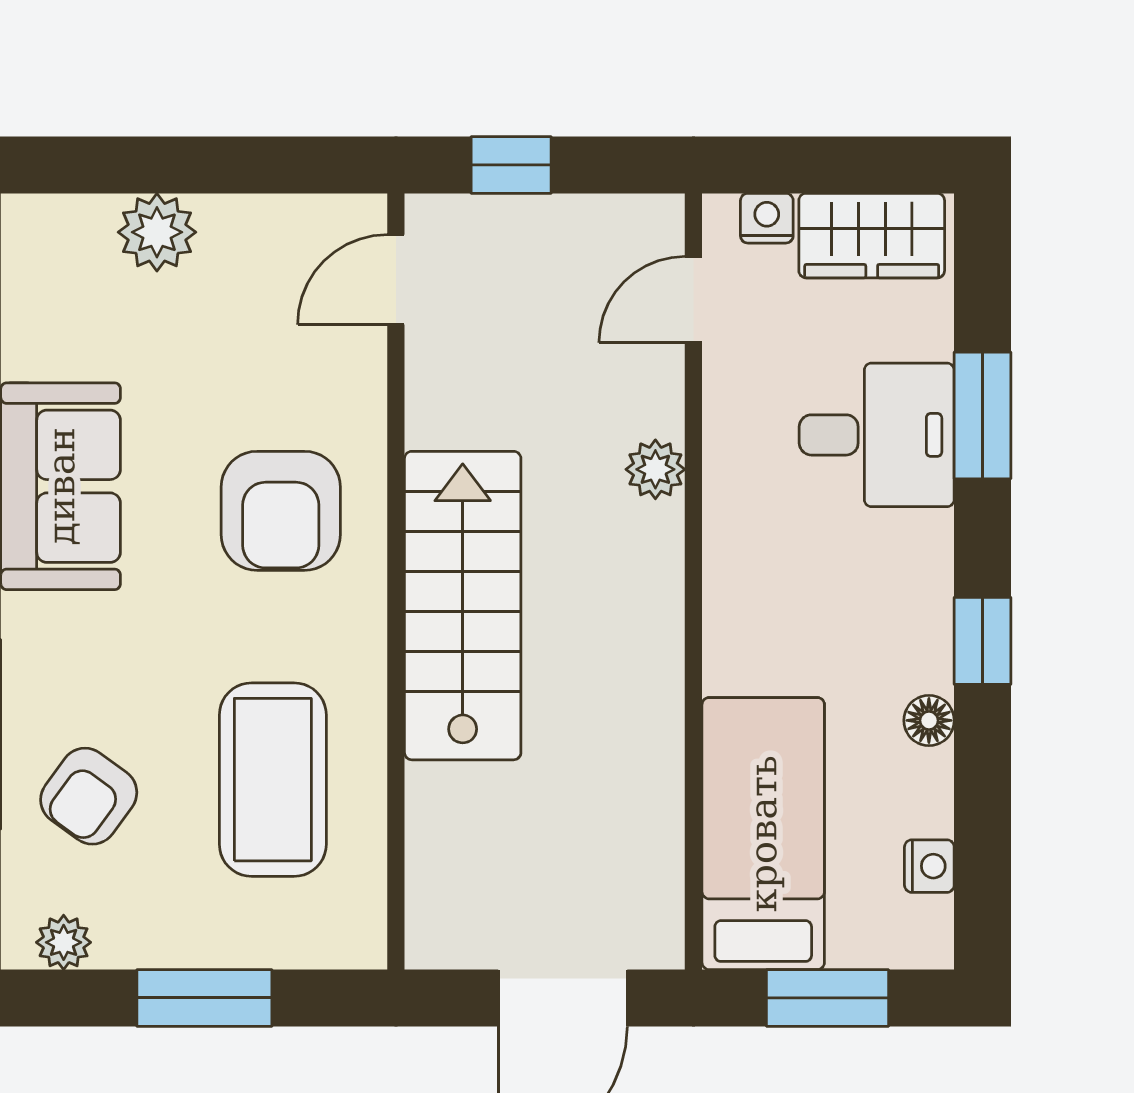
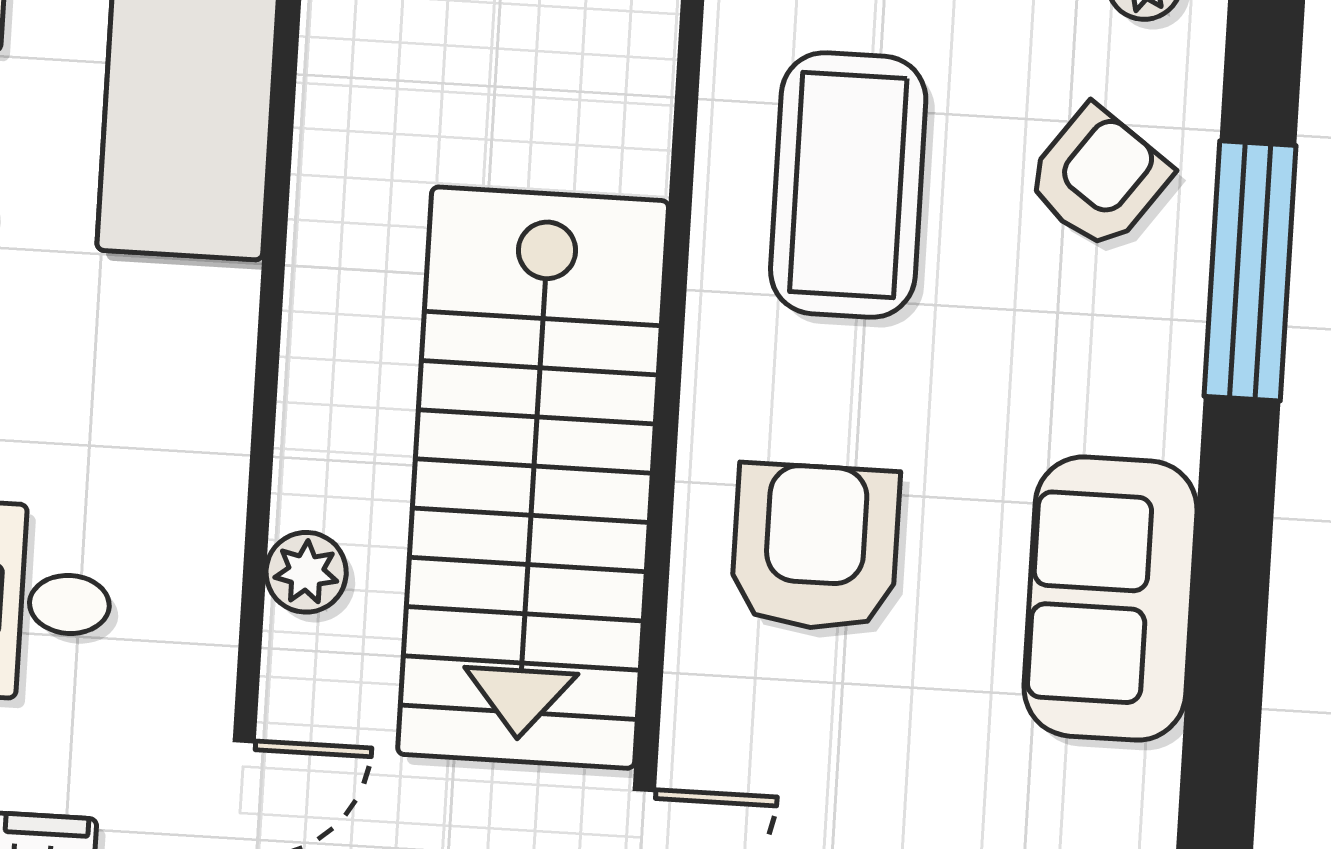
stairs: (463, 606) -> (533, 478), width x1.36, depth x1.51

